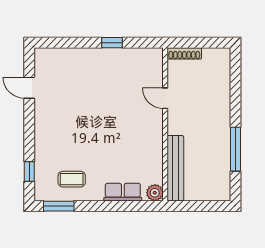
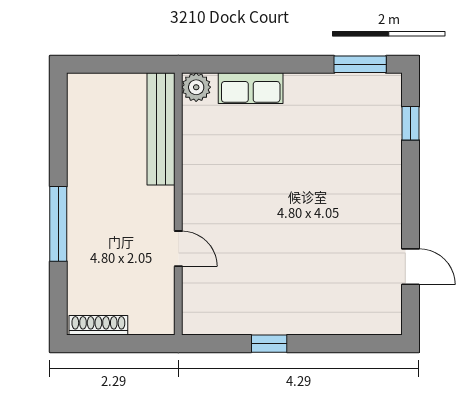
shoe rack: (184, 53) -> (98, 325), moved
window: (235, 149) -> (58, 224), moved
coffee table: (72, 179) -> (338, 111), removed

